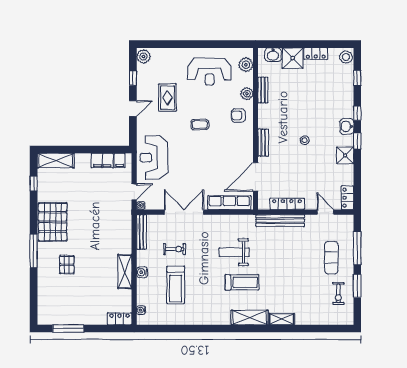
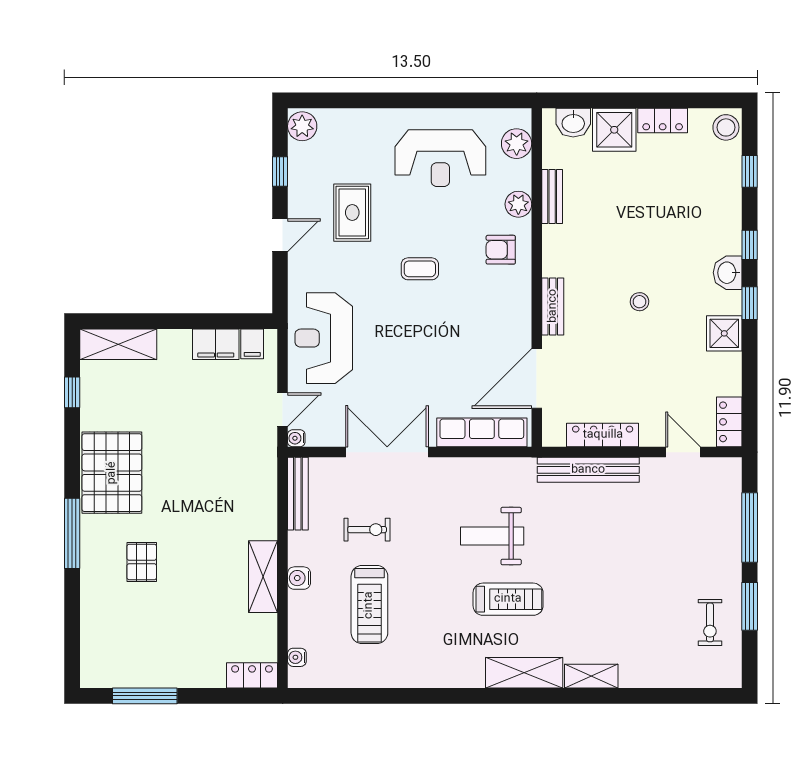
exercise mat: (331, 258) -> (695, 548), removed

